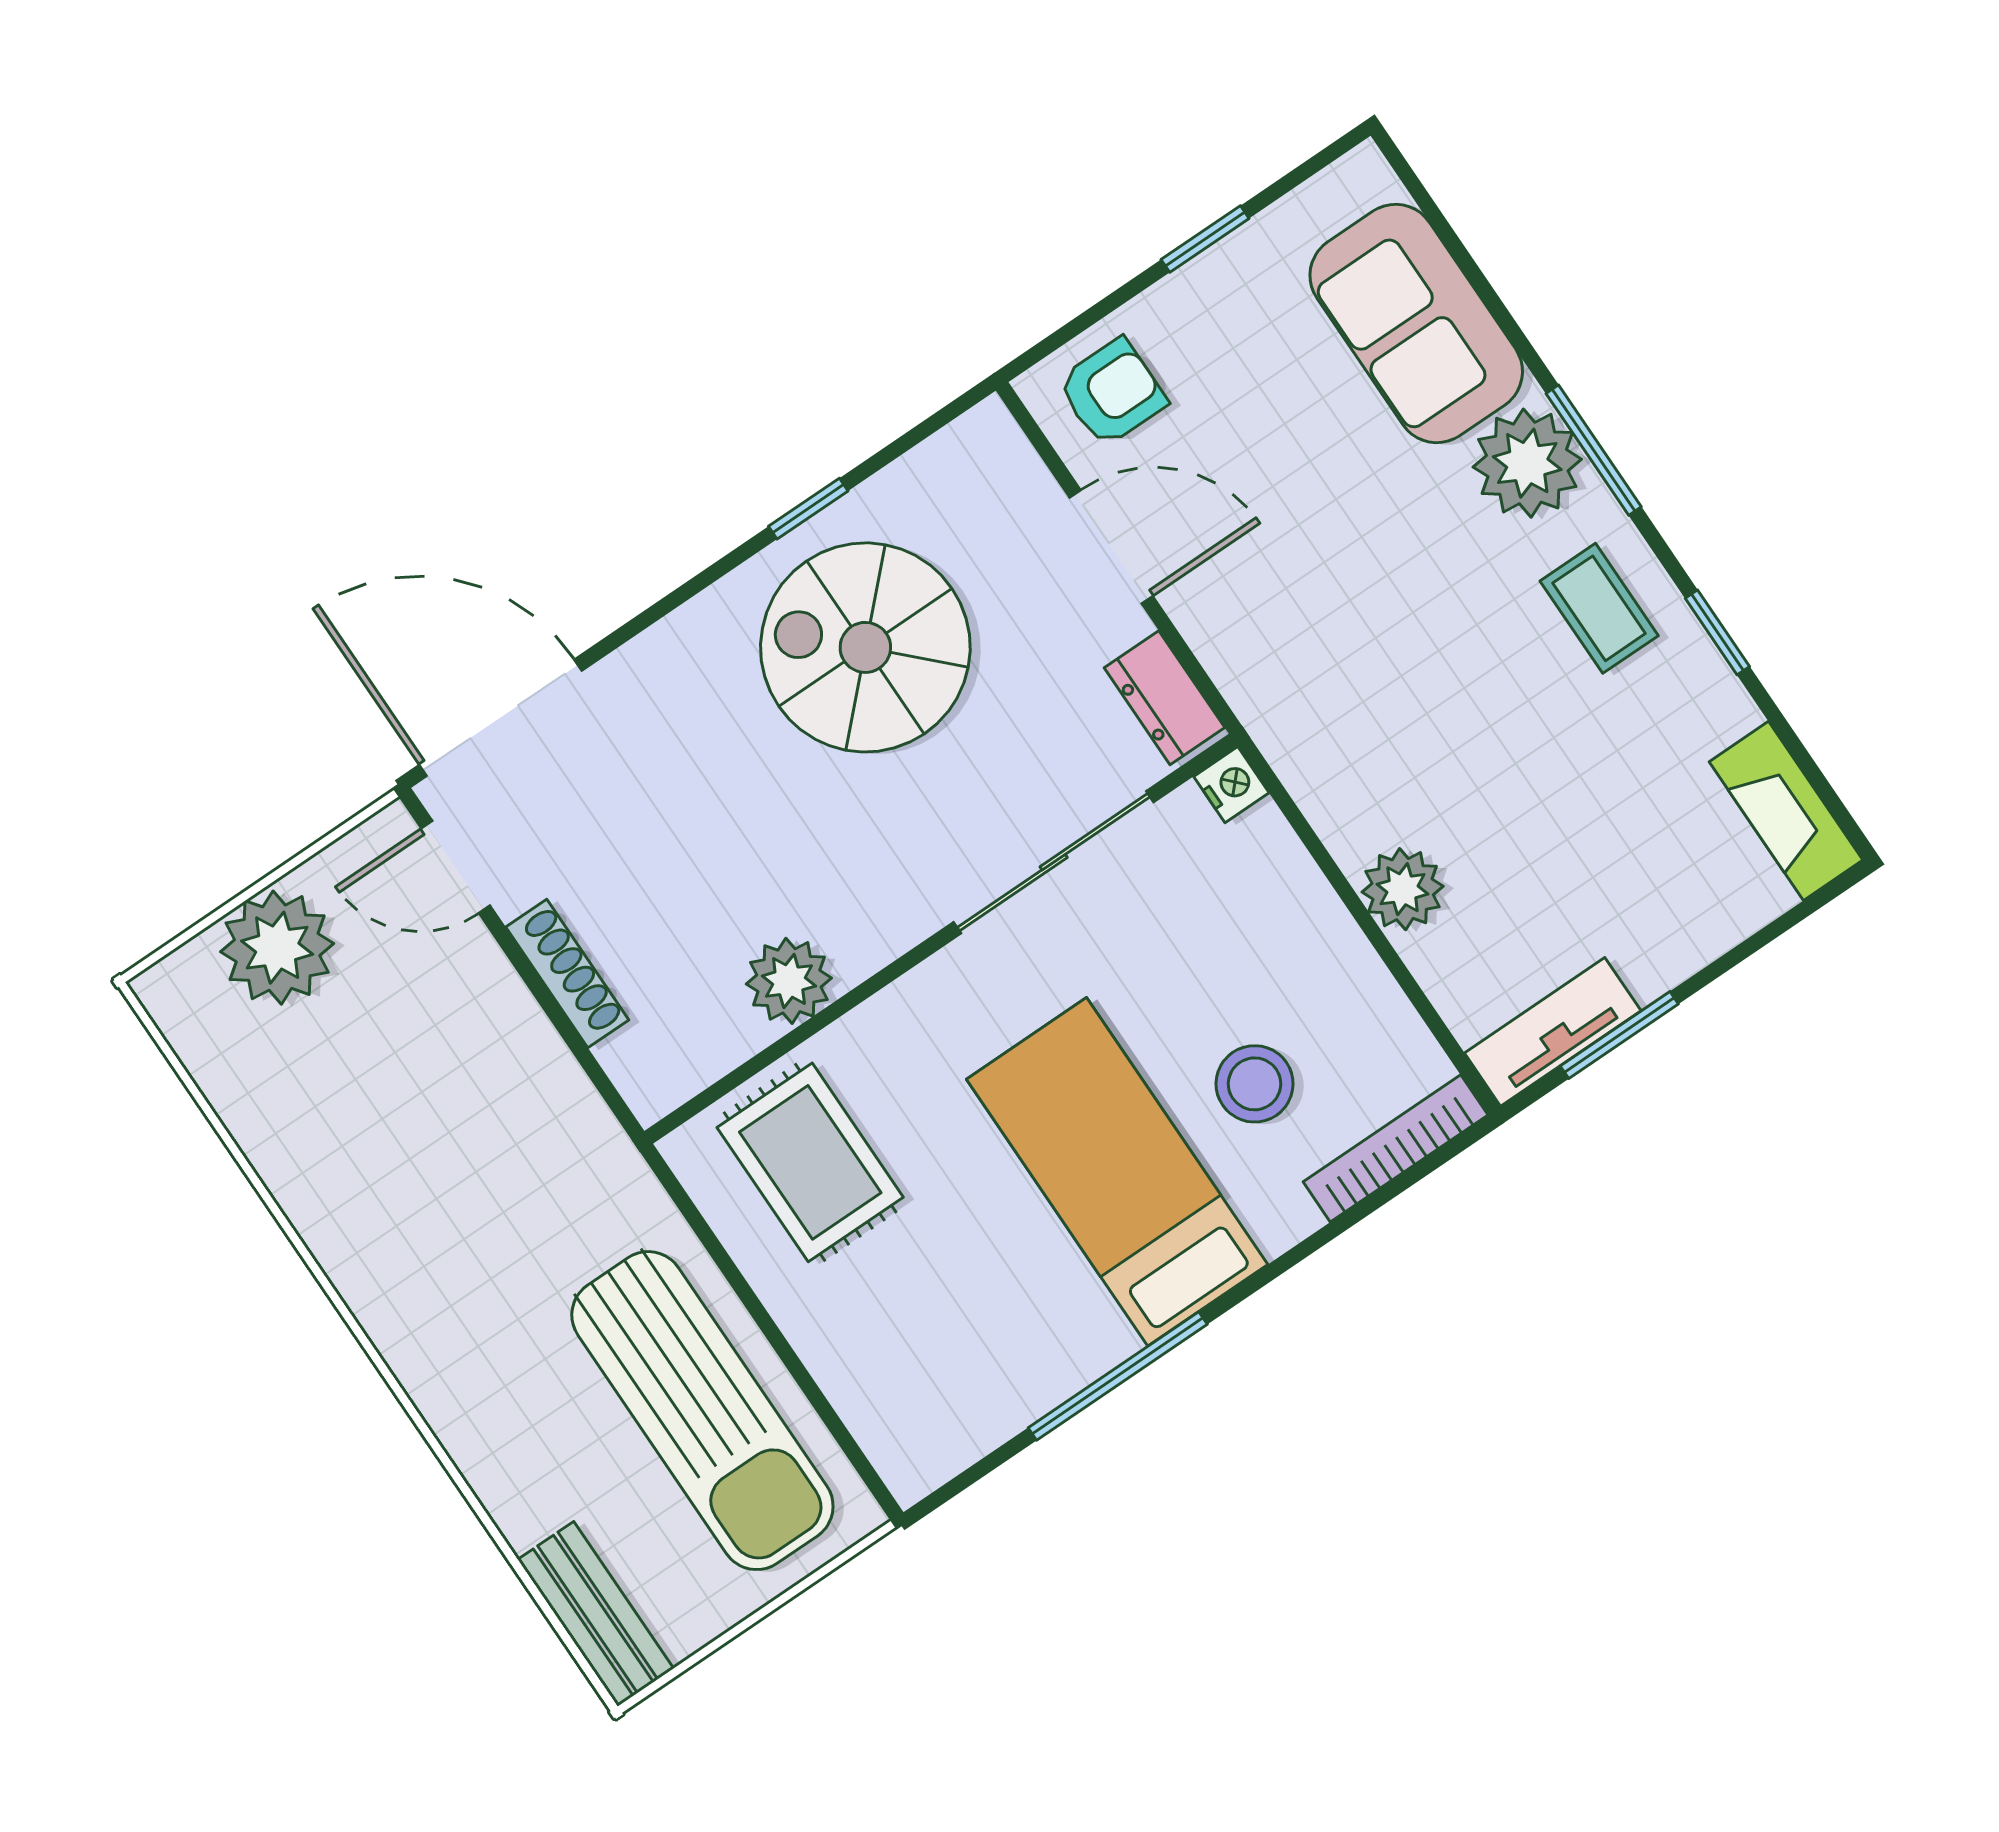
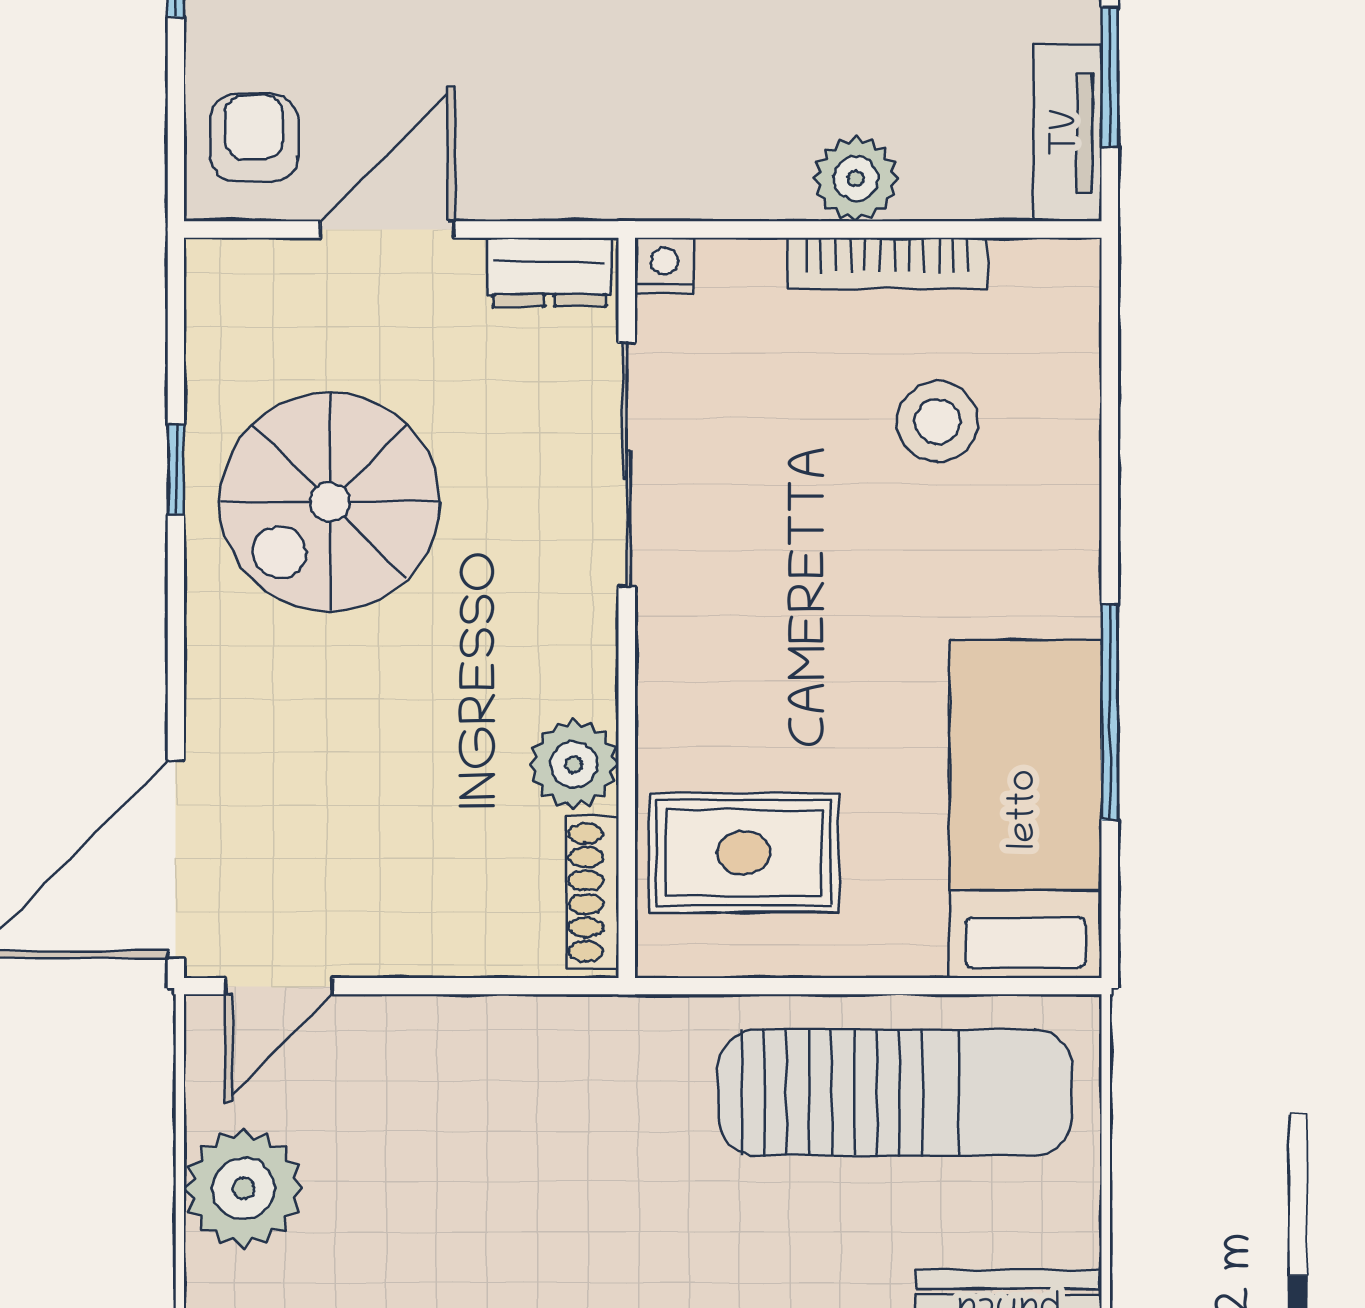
shoe rack: (567, 973) -> (593, 892), moved, turned -90
bookcase: (1396, 1148) -> (887, 263), moved, turned -90
bed: (1117, 1172) -> (1026, 809), moved, turned 90

